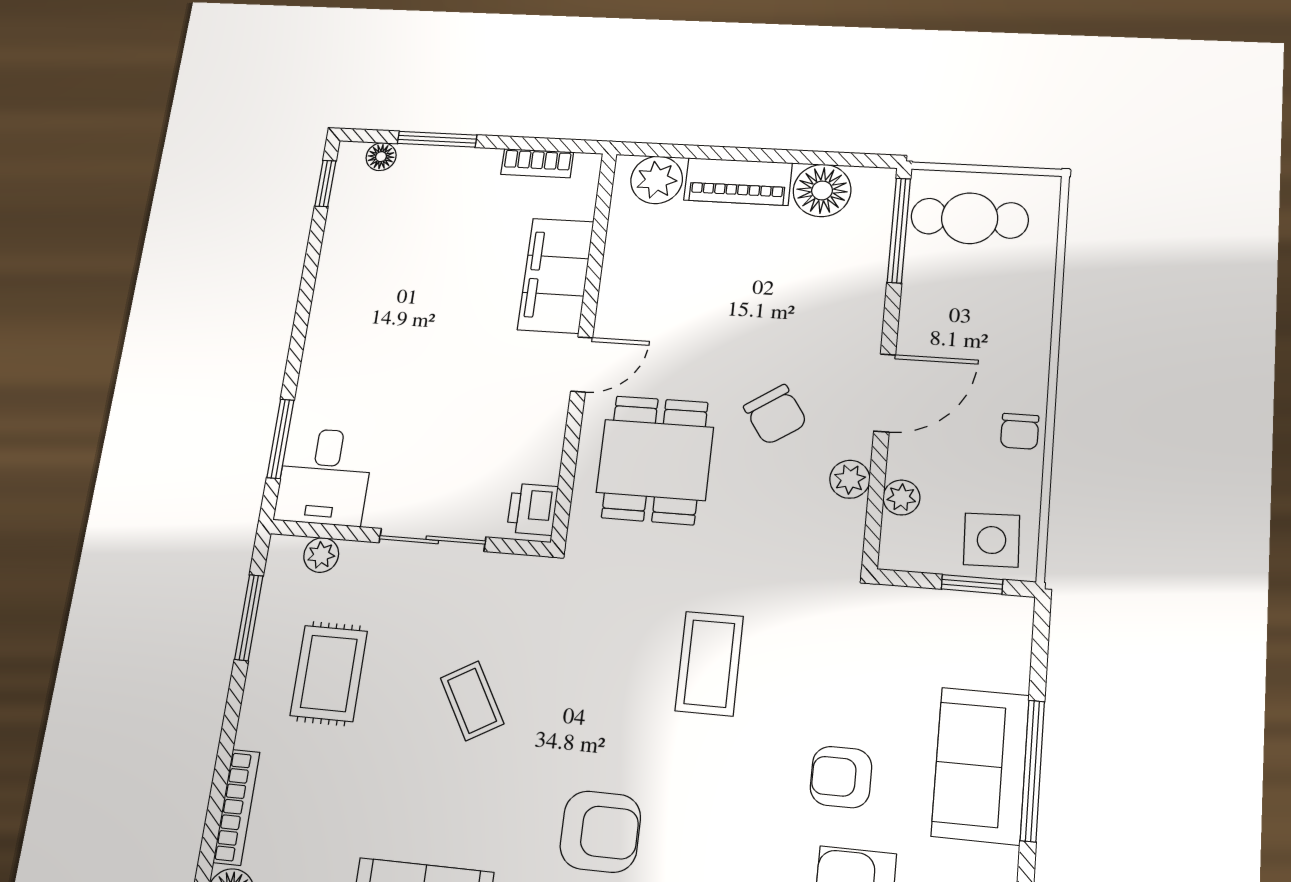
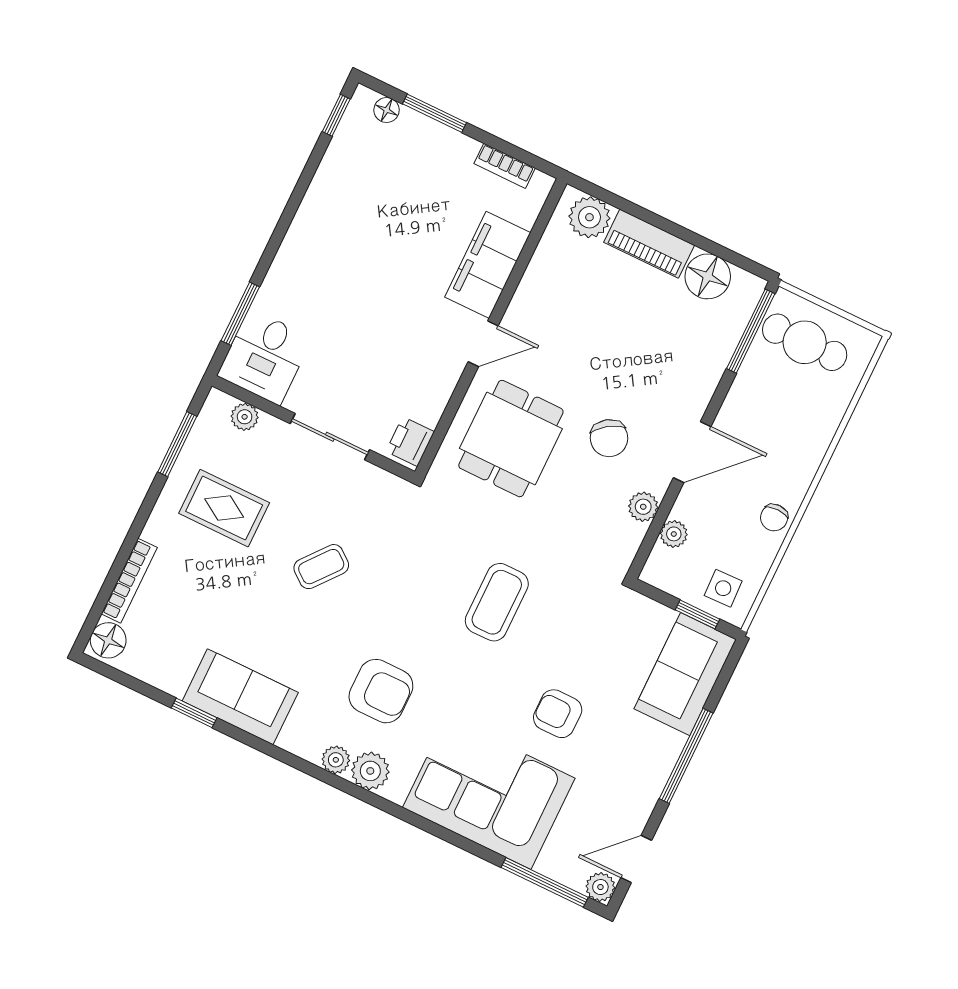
side table: (992, 540) -> (723, 588), width x0.73, depth x0.73
rug: (329, 673) -> (224, 508), turned 90
coffee table: (472, 701) -> (321, 567), turned 69
sofa: (980, 766) -> (685, 674), moved

